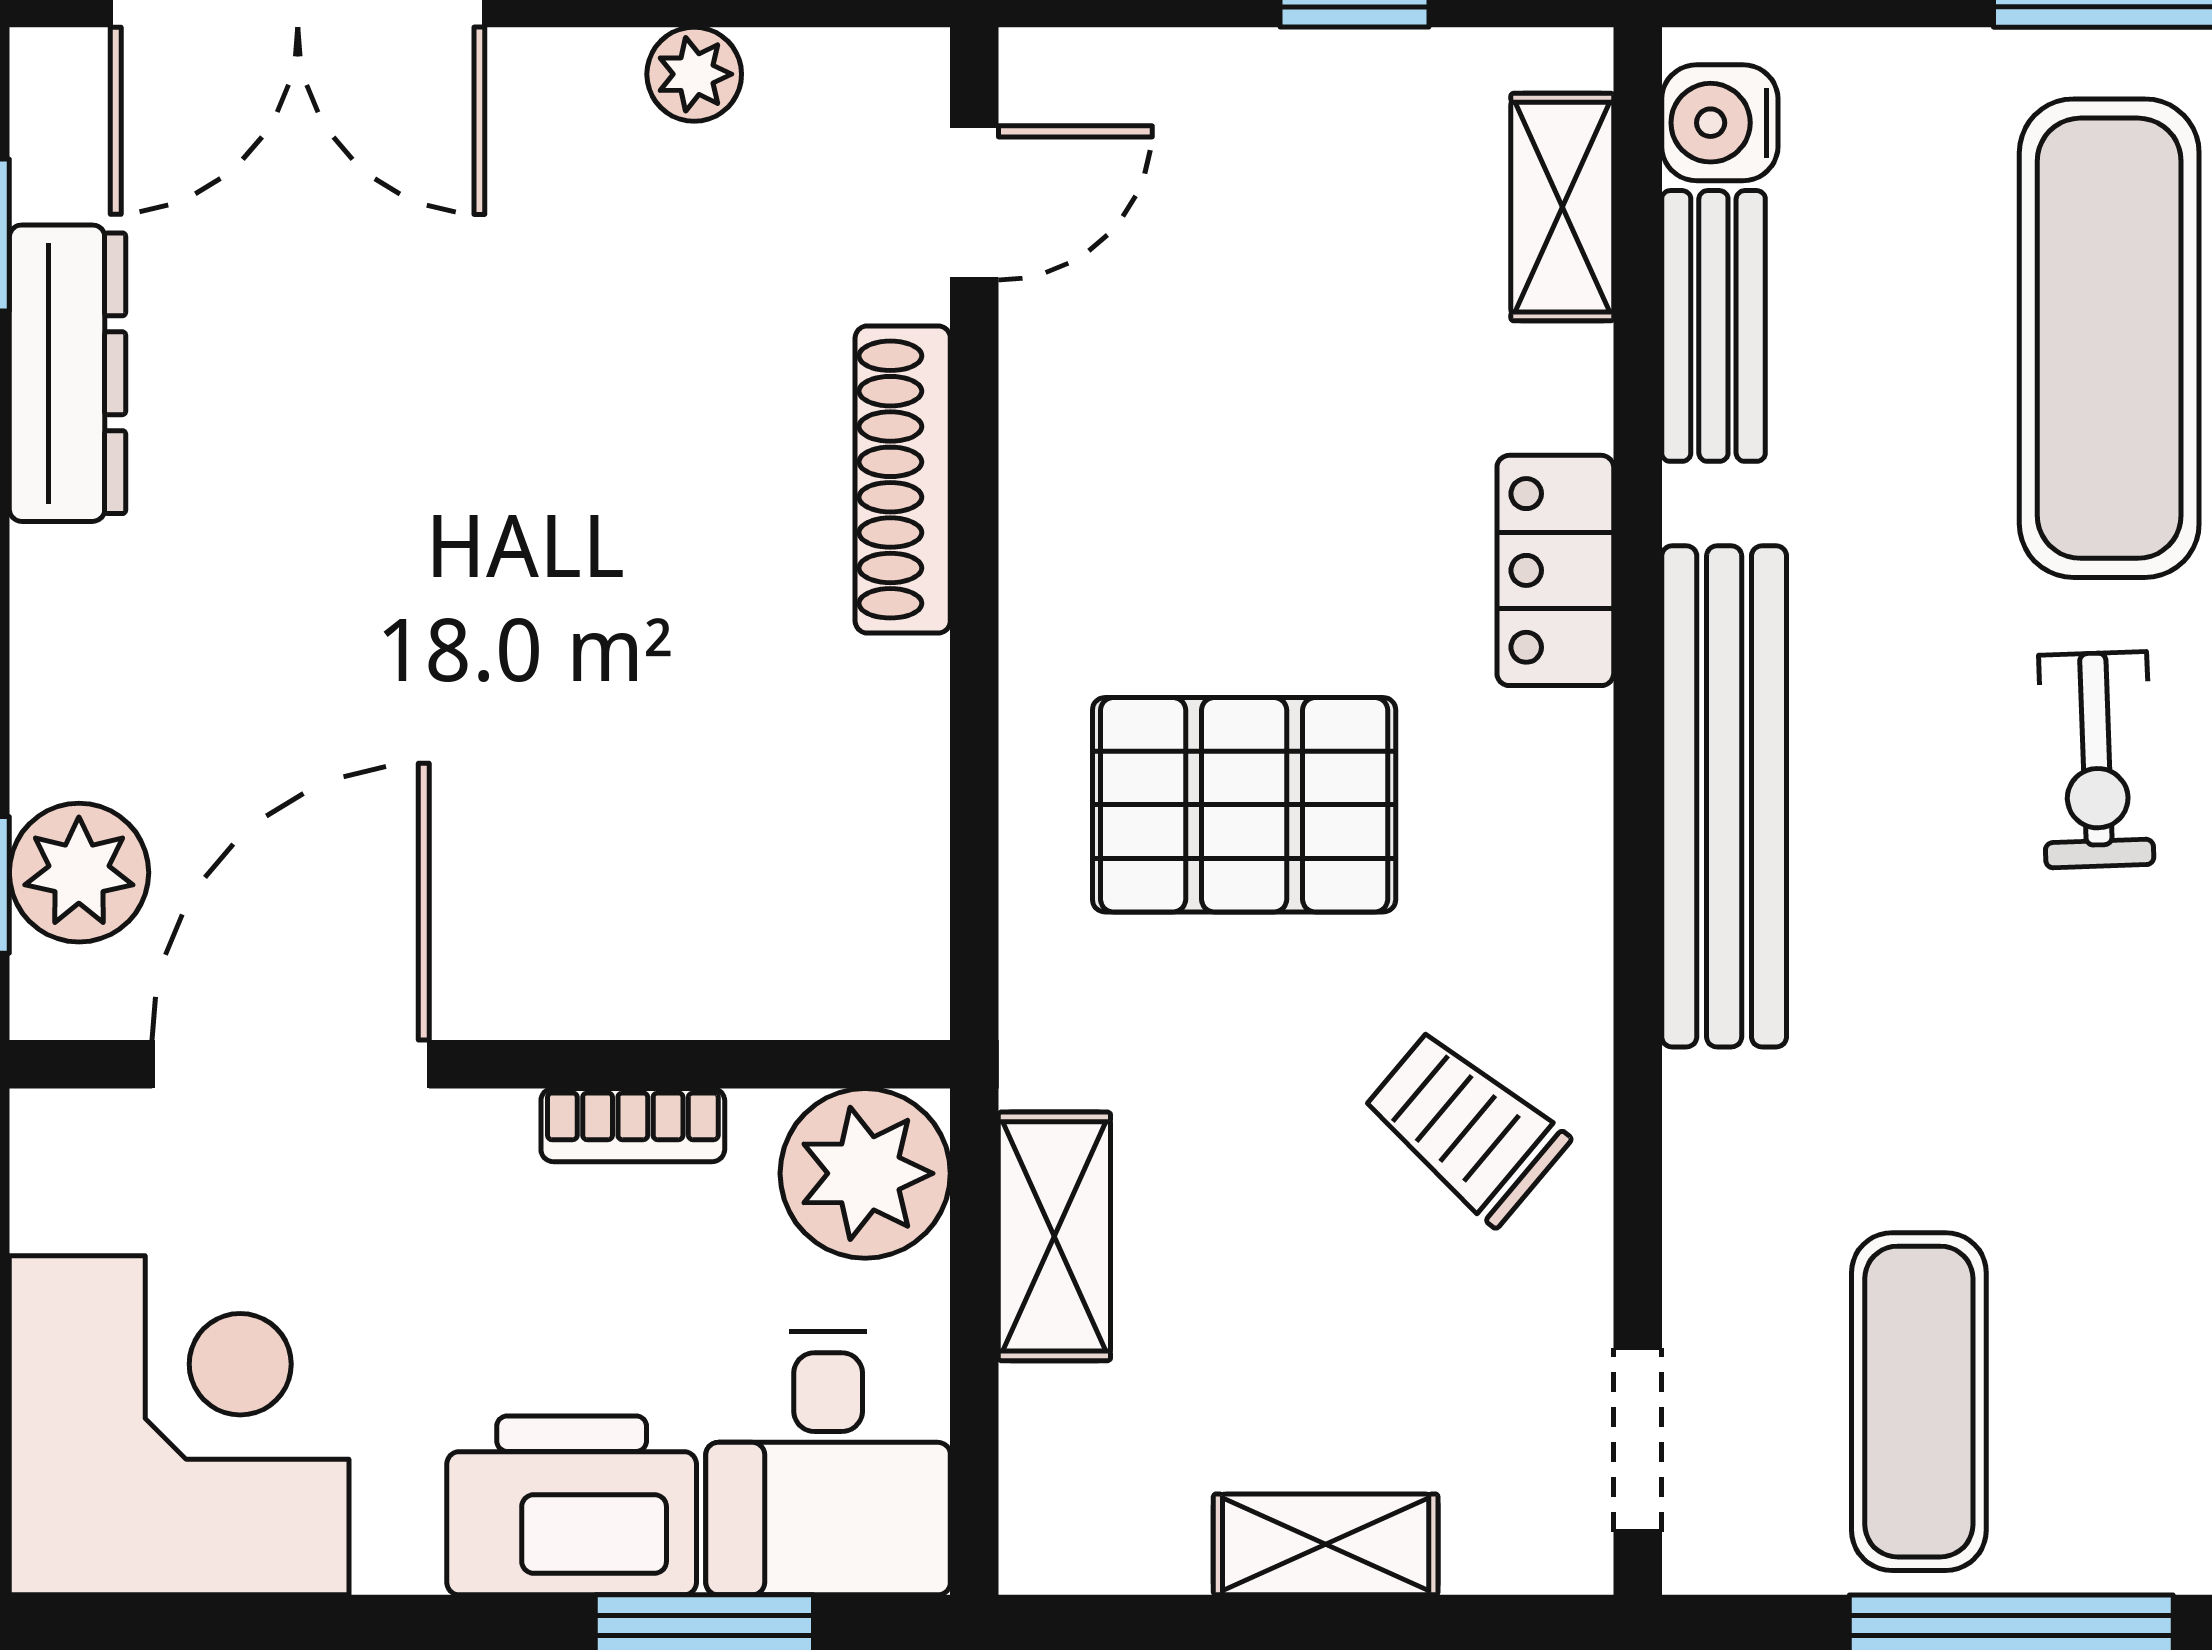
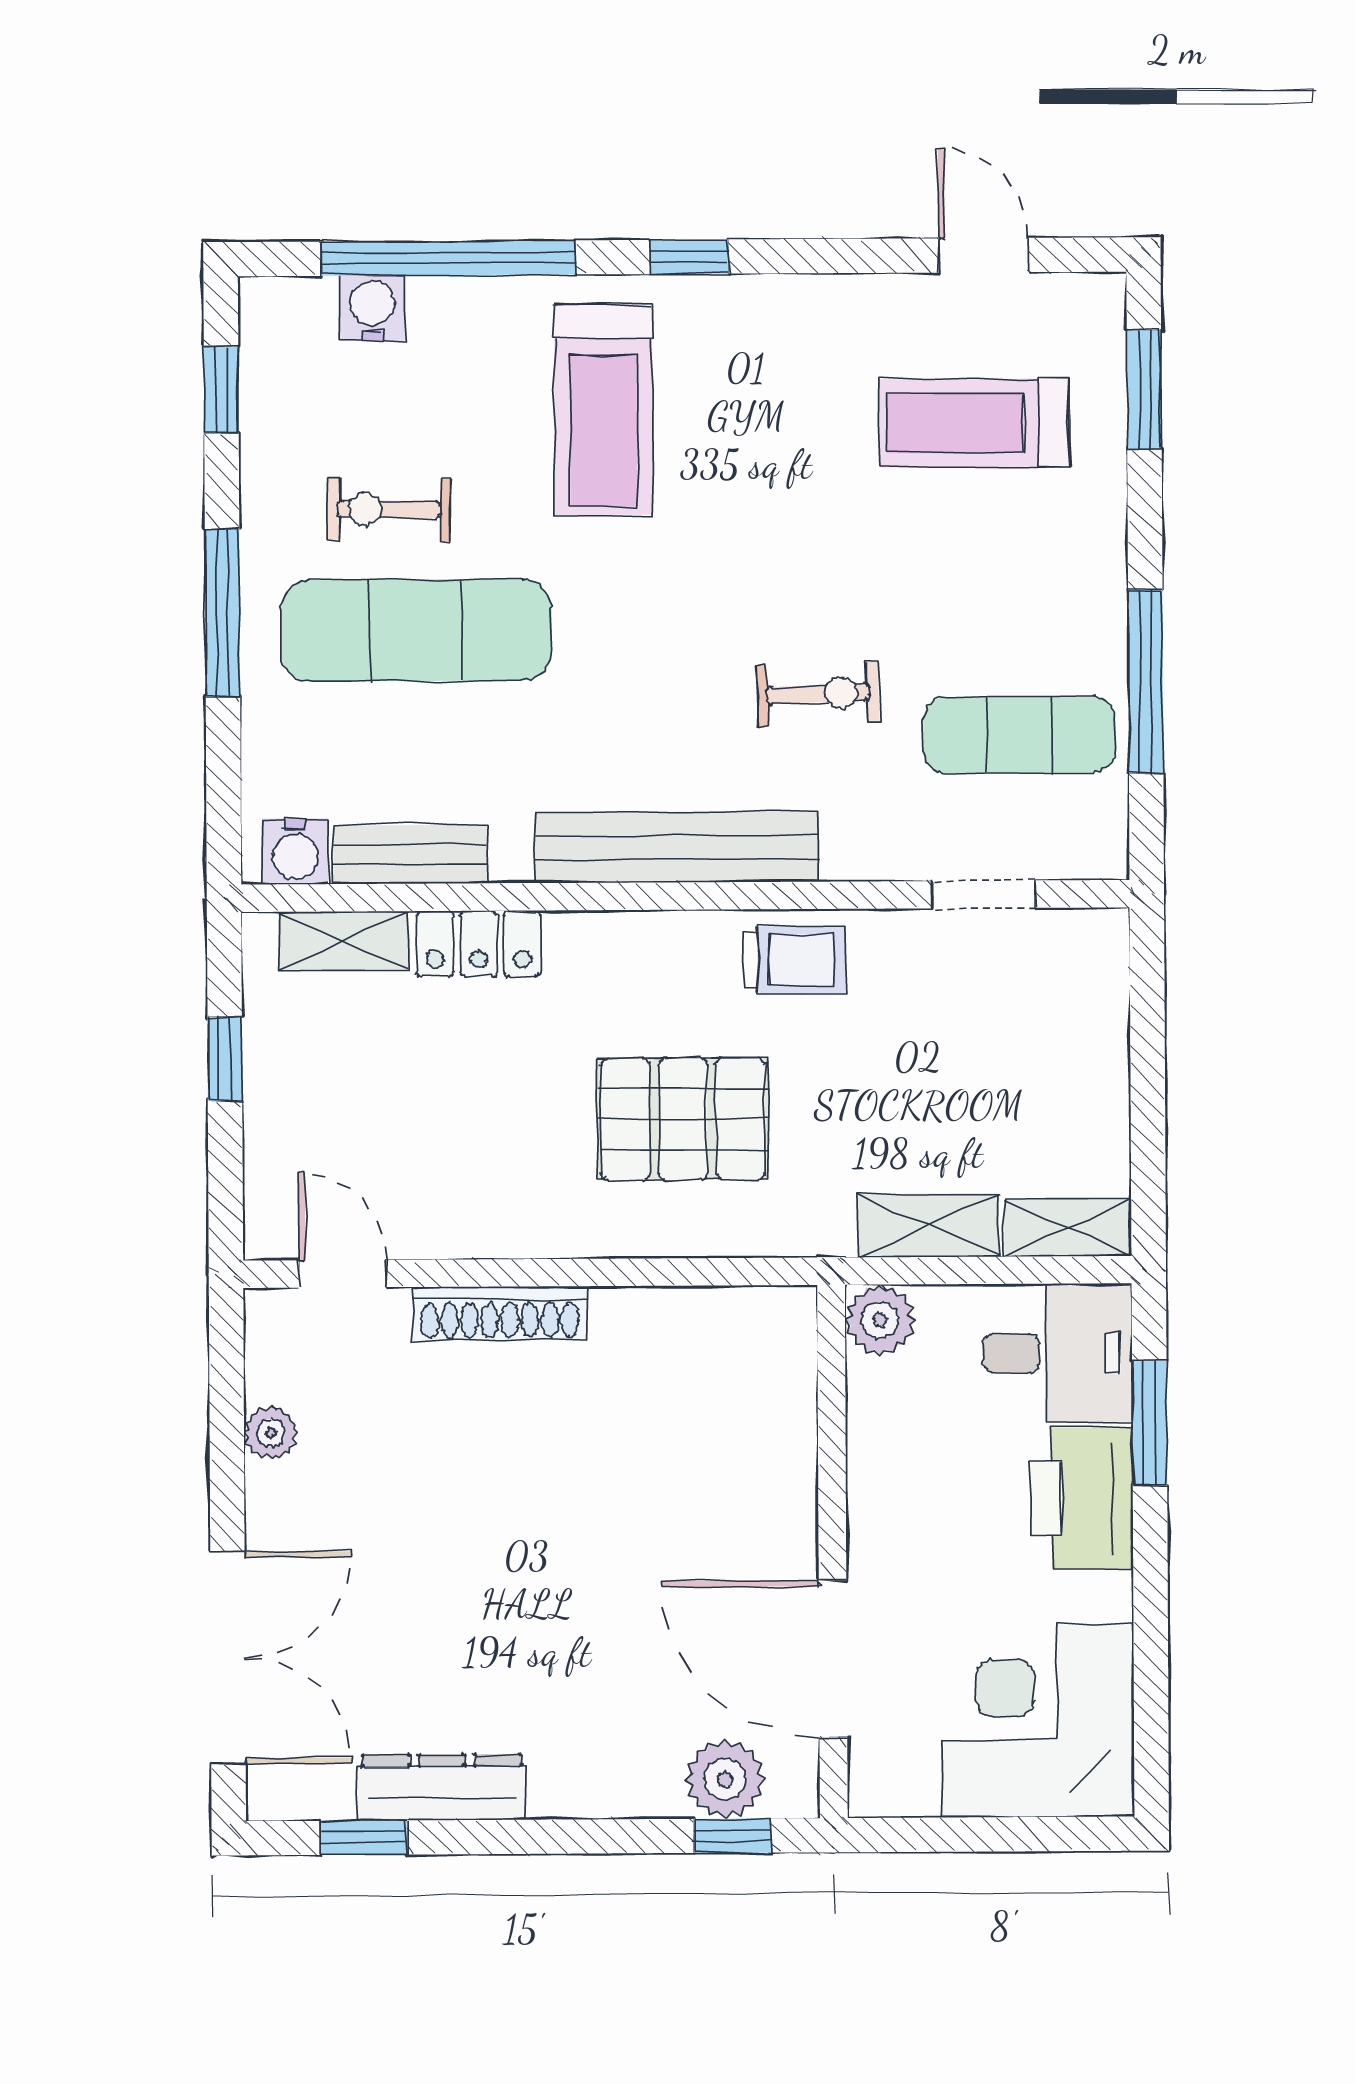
locker: (1555, 570) -> (479, 944), moved
exercise bike: (2096, 760) -> (818, 694), moved
pallet: (1244, 805) -> (683, 1119), turned 90
bookcase: (633, 1125) -> (866, 1465), removed
trolley: (1465, 1127) -> (794, 960), moved, turned -130
plant: (865, 1173) -> (880, 1320), width x0.73, depth x0.73
doorway: (1638, 1440) -> (984, 894), moved
shelving: (1326, 1544) -> (1068, 1228), moved, turned 90

